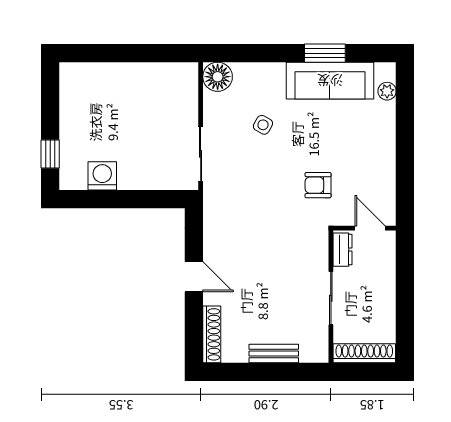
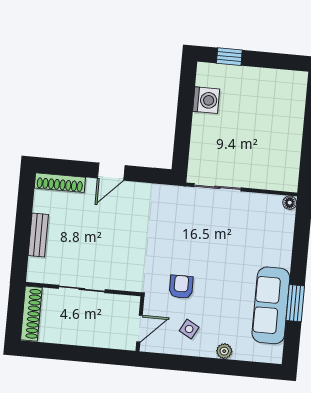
floor lamp: (218, 77) -> (290, 203), width x0.53, depth x0.53
plant: (387, 91) -> (224, 351), moved
side table: (263, 125) -> (189, 329), moved
dresser: (343, 250) -> (123, 303), removed

